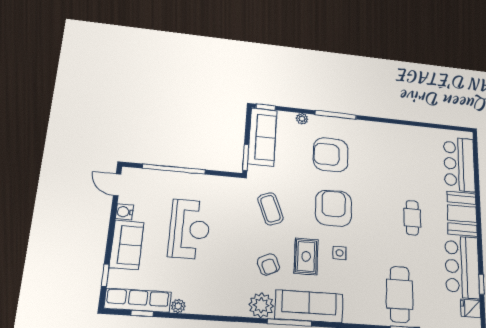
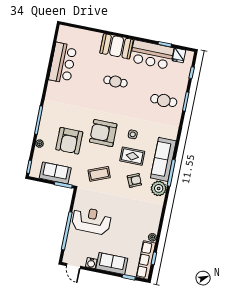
sofa: (262, 137) -> (55, 173), width x0.73
armchair: (331, 155) -> (69, 141), moved
bar counter: (459, 164) -> (63, 63), moved, turned -90
door: (117, 185) -> (73, 266), hinge flipped
reception desk: (189, 229) -> (91, 221), moved
cafe table: (400, 294) -> (164, 100), width x0.73, depth x0.74

